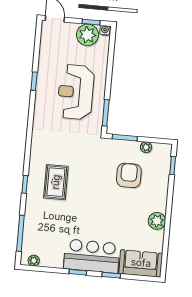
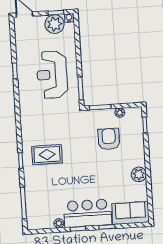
rug: (56, 182) -> (47, 155), turned 90
plant: (34, 261) -> (59, 223), moved

